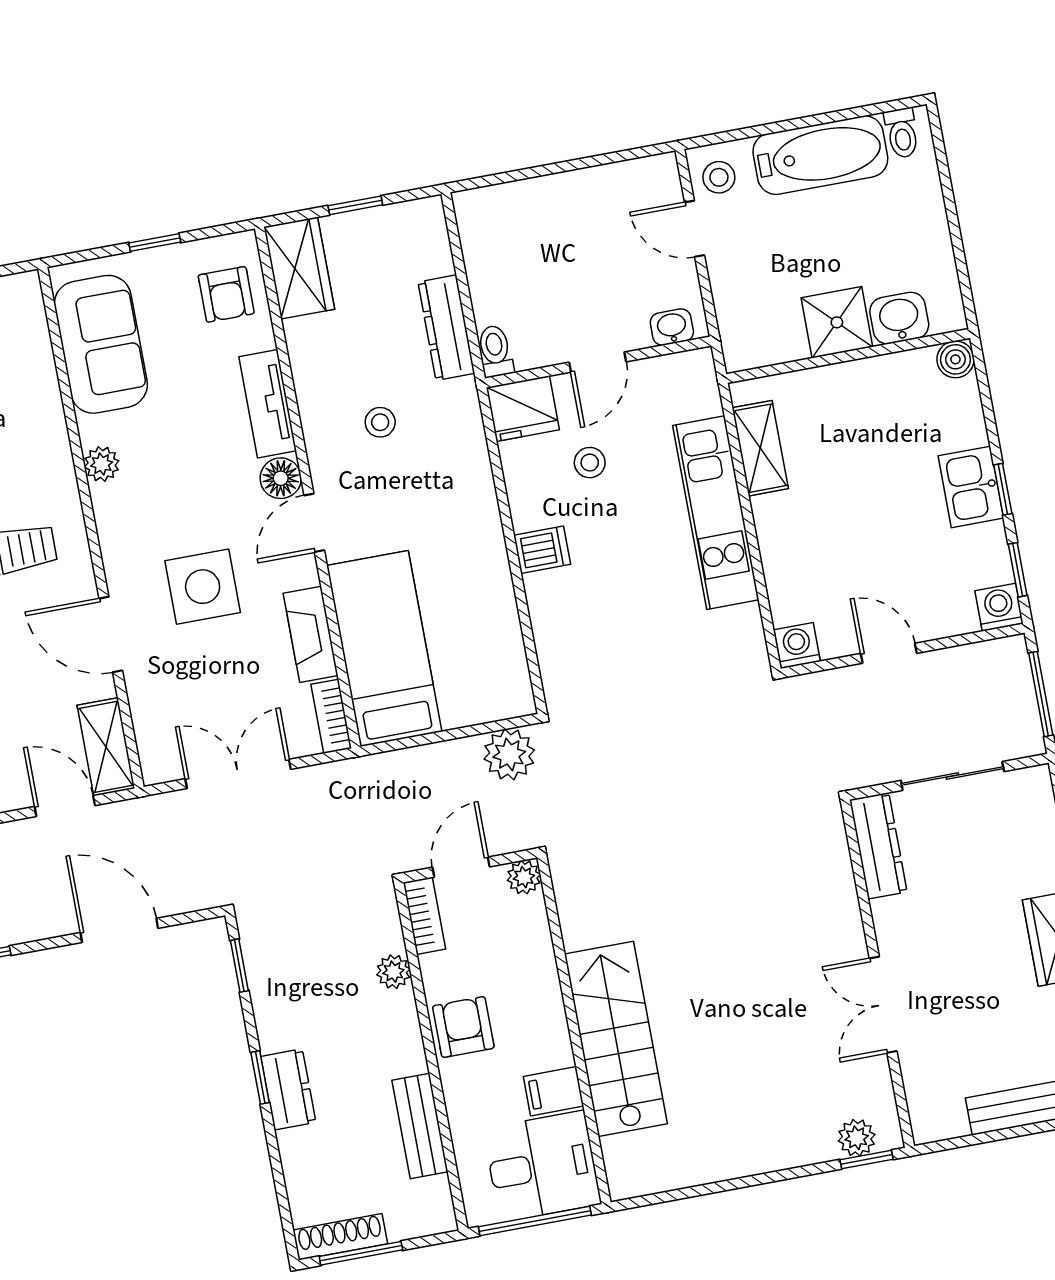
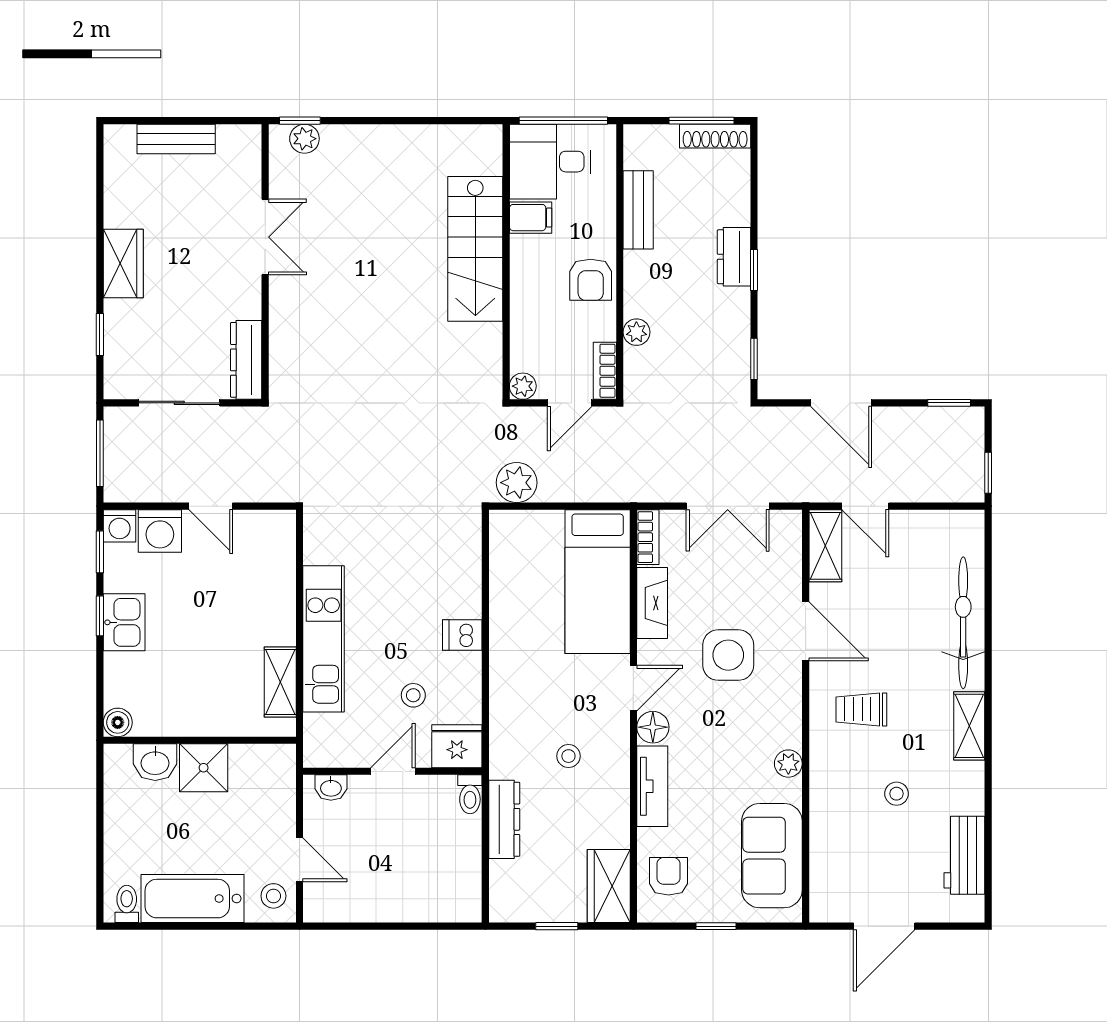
washing machine: (797, 646) -> (160, 531), moved, width x1.38, depth x1.38

